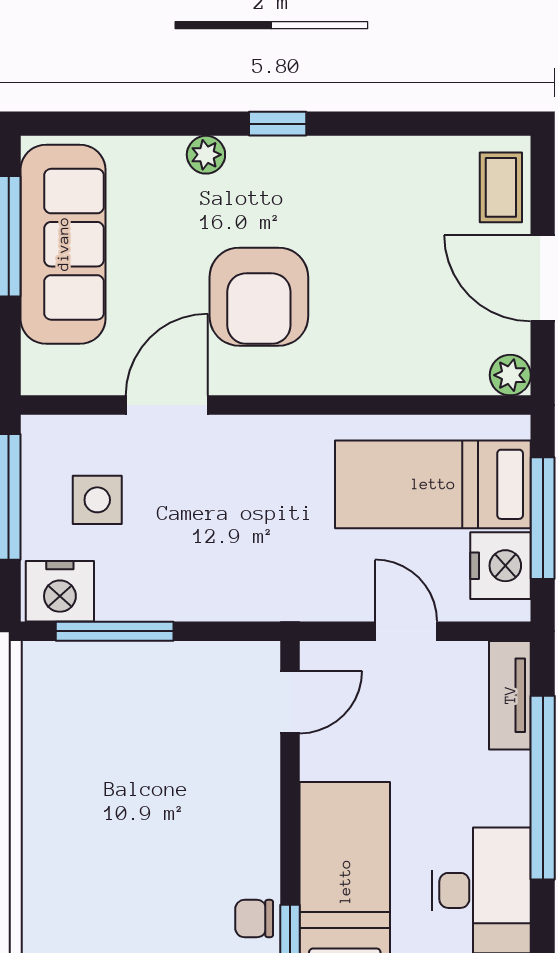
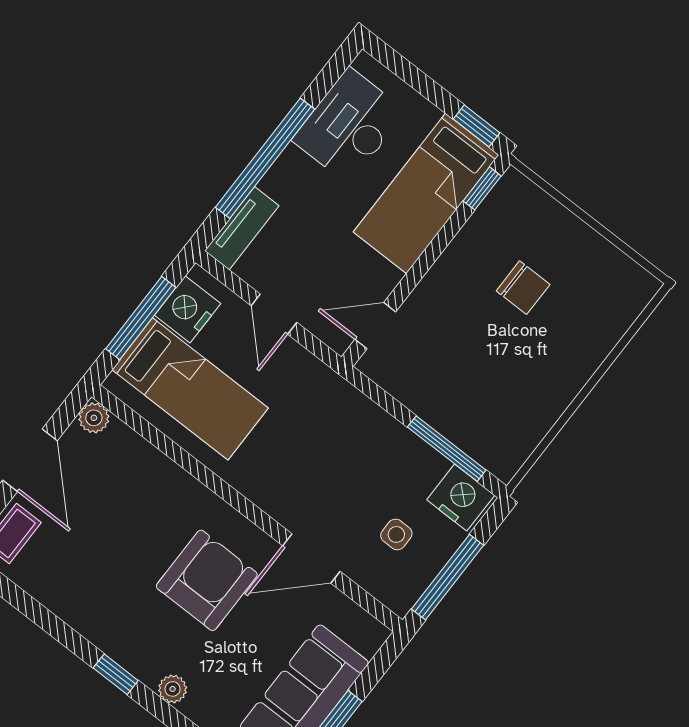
side table: (97, 500) -> (396, 534), width x0.73, depth x0.73
chair: (254, 919) -> (523, 288), moved, width x1.37, depth x1.37

